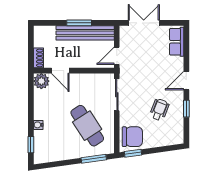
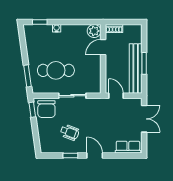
sliding door: (117, 95) -> (72, 96), moved
cafe table: (87, 126) -> (56, 70), turned 33

